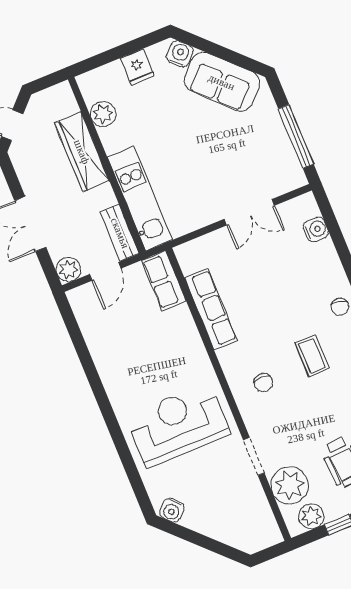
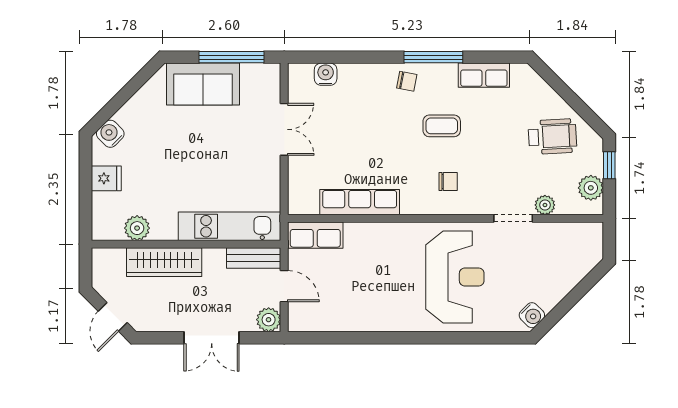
sofa: (222, 82) -> (203, 84), moved, turned 45
reception desk: (178, 425) -> (455, 277), turned 180
plant: (290, 485) -> (545, 205), width x0.53, depth x0.53

